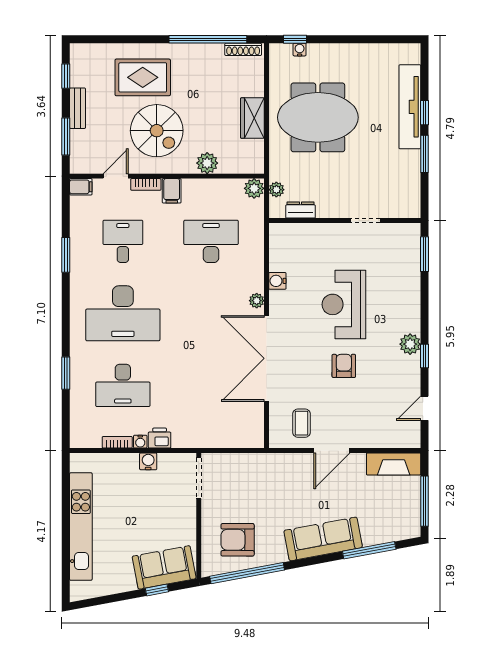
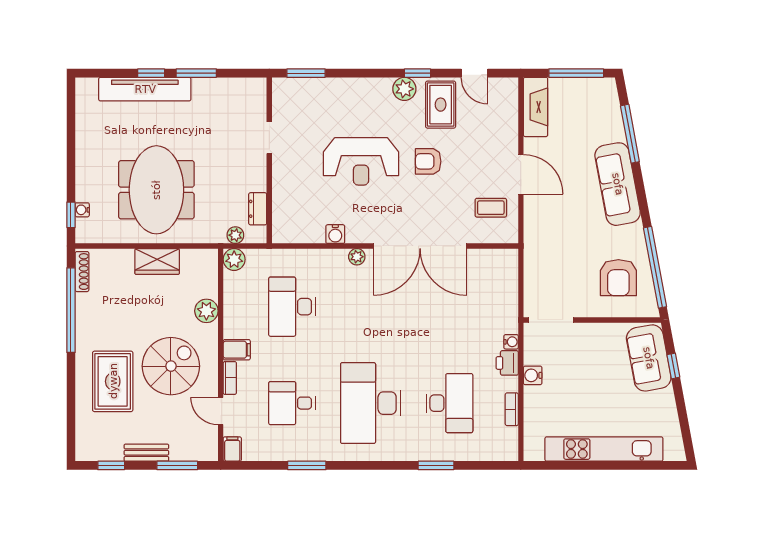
desk: (123, 313) -> (371, 403), turned 180
rug: (396, 377) -> (441, 105), added
water cooler: (140, 442) -> (511, 342), moved

